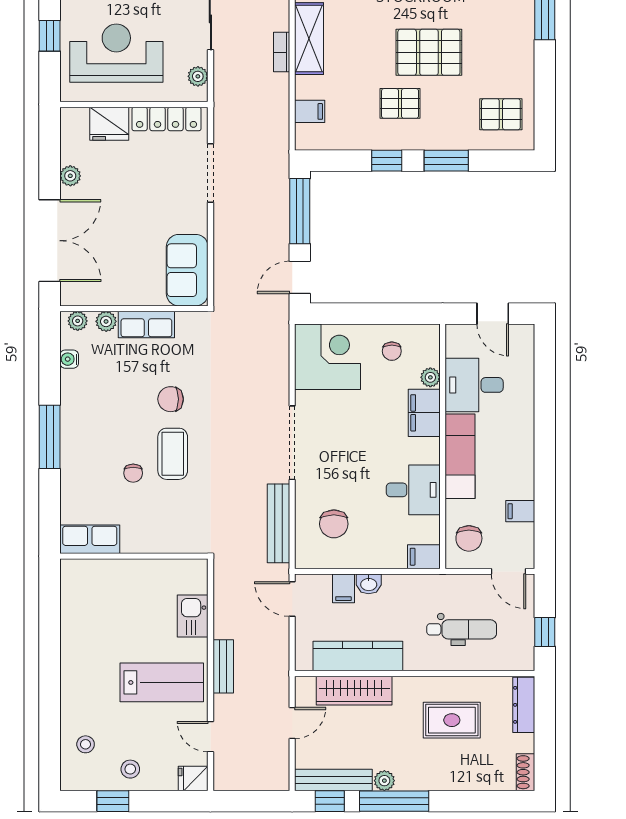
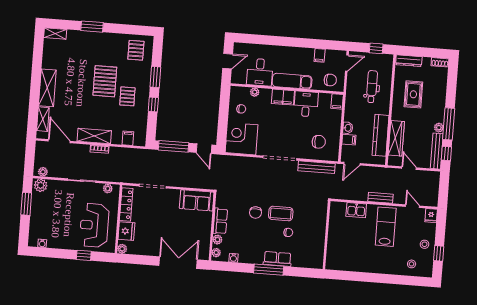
plant: (70, 176) -> (122, 249), moved
filing cabinet: (424, 413) -> (283, 97), moved
row of seats: (90, 539) -> (277, 259), moved, turned 90
door: (210, 737) -> (412, 206), swing flipped

